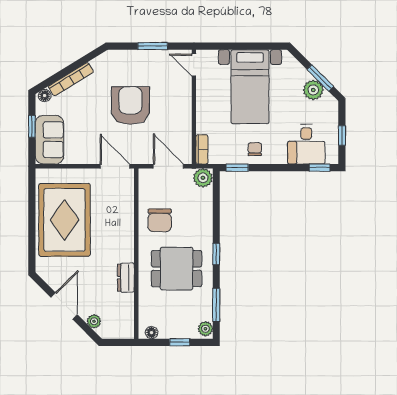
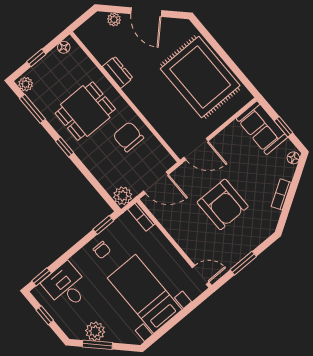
bookcase: (71, 79) -> (281, 194), width x0.64

